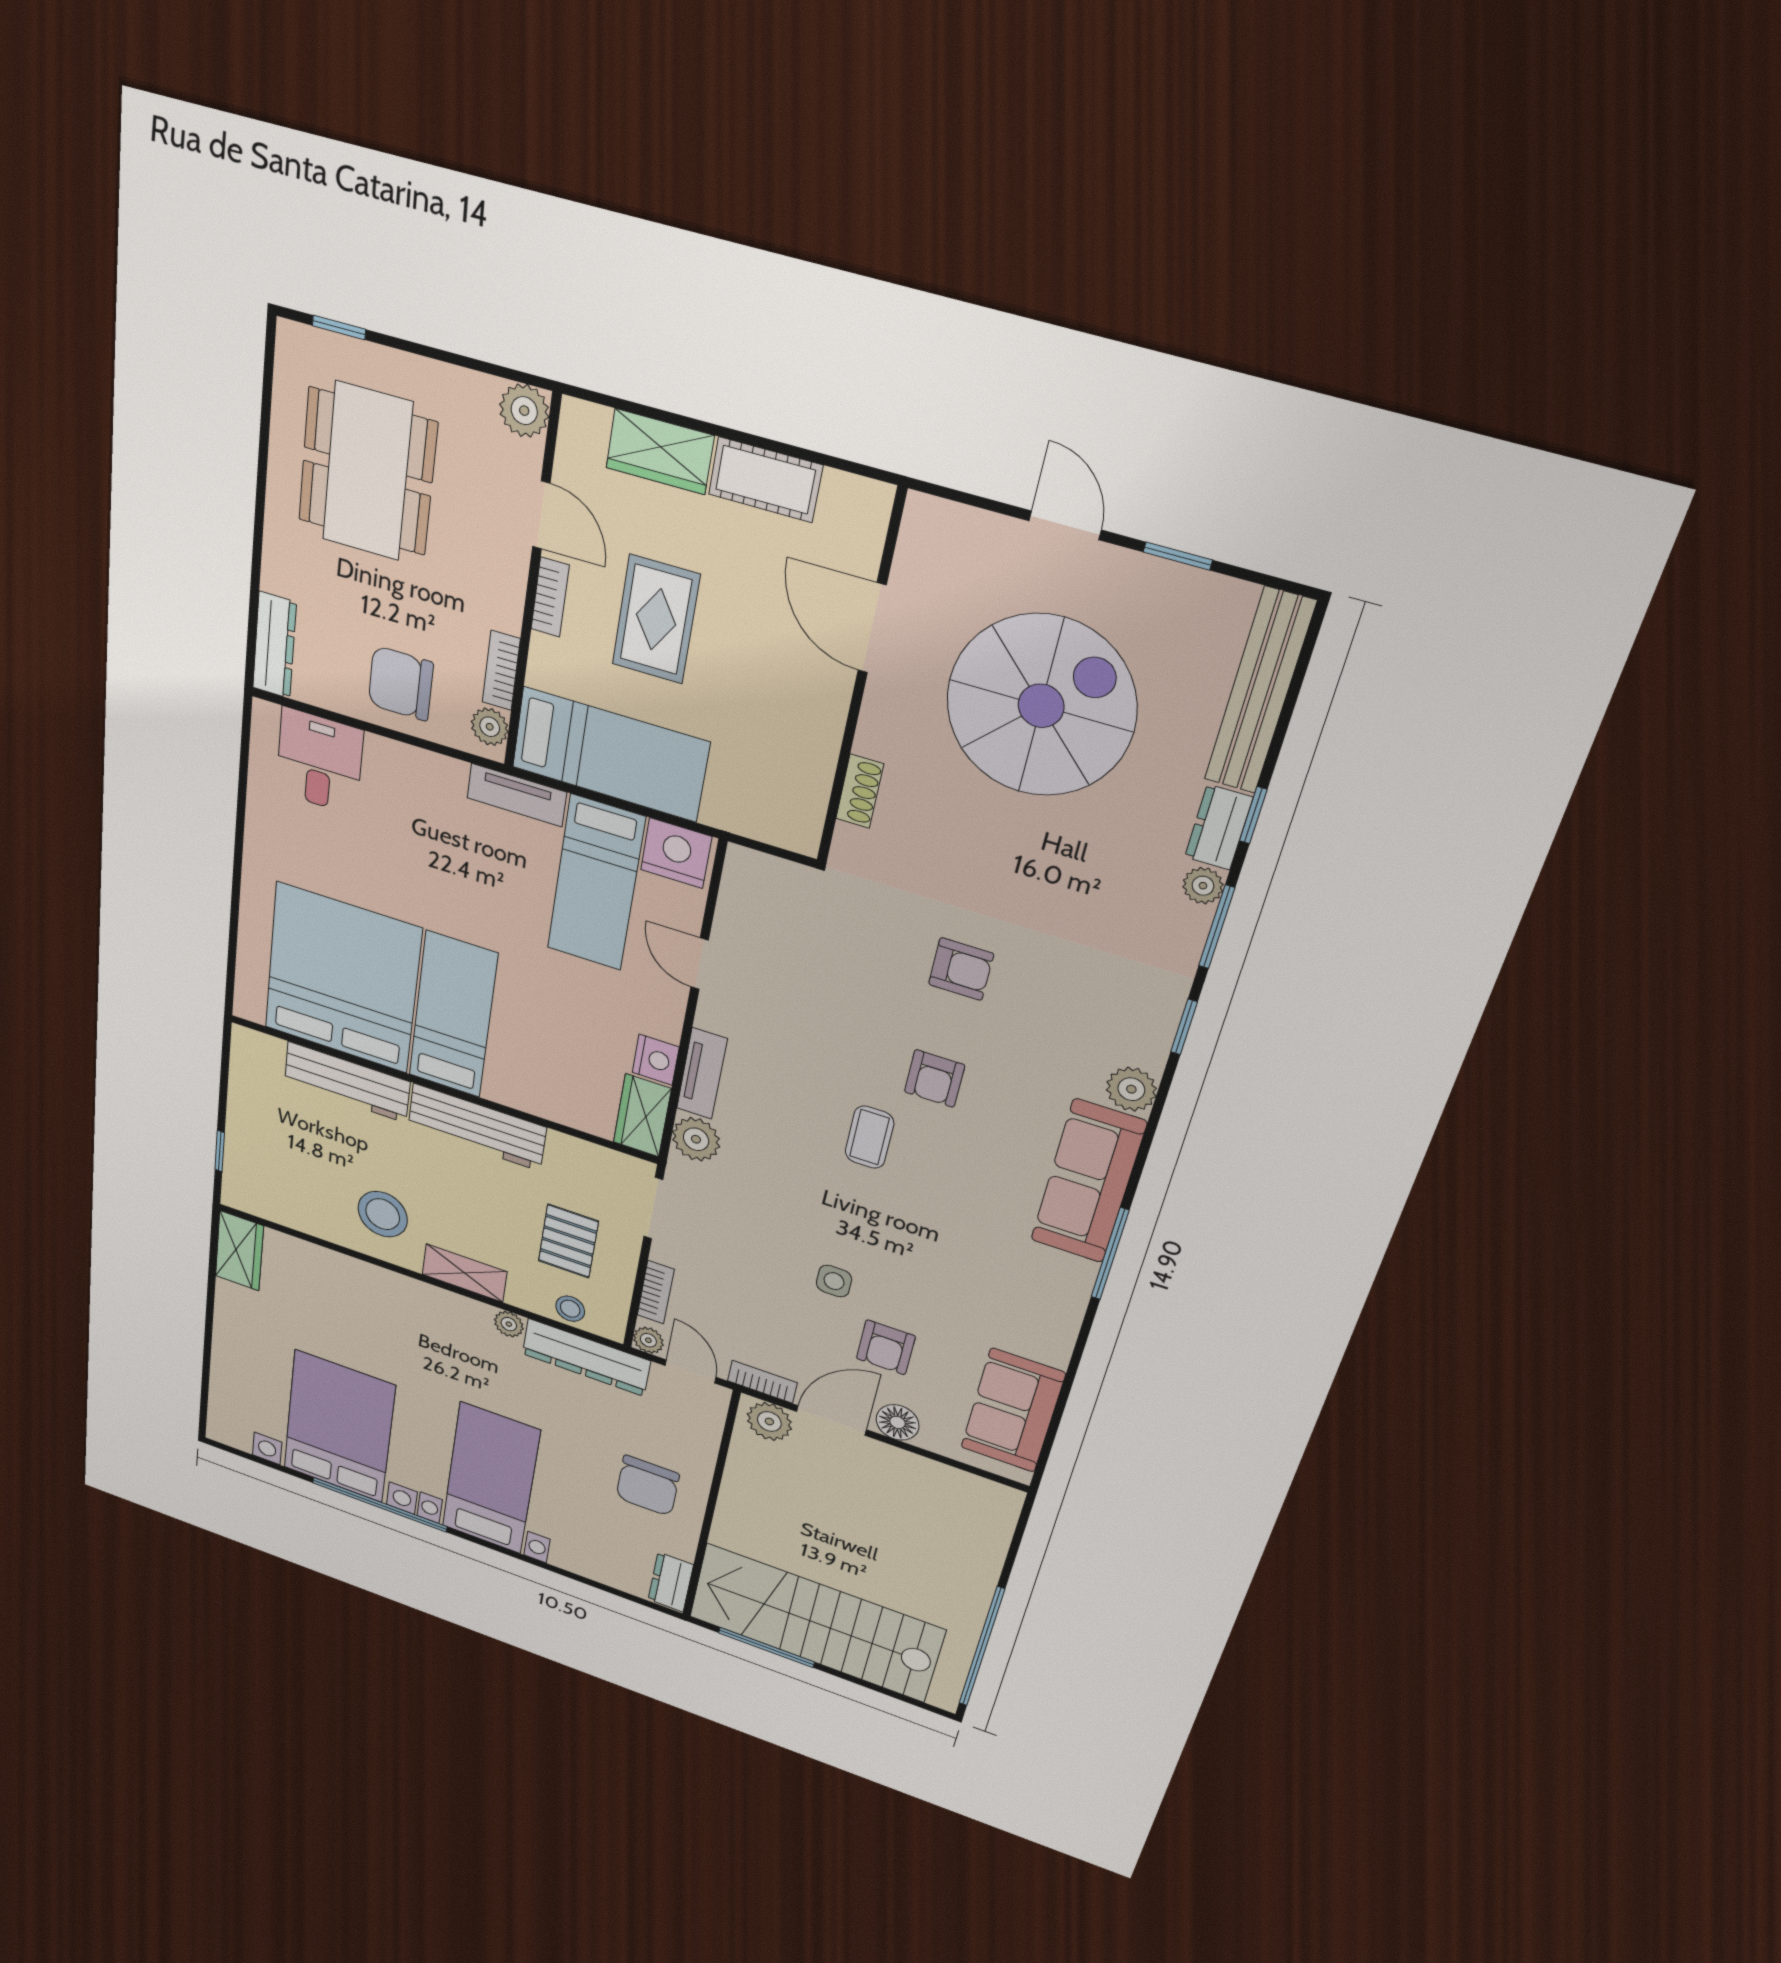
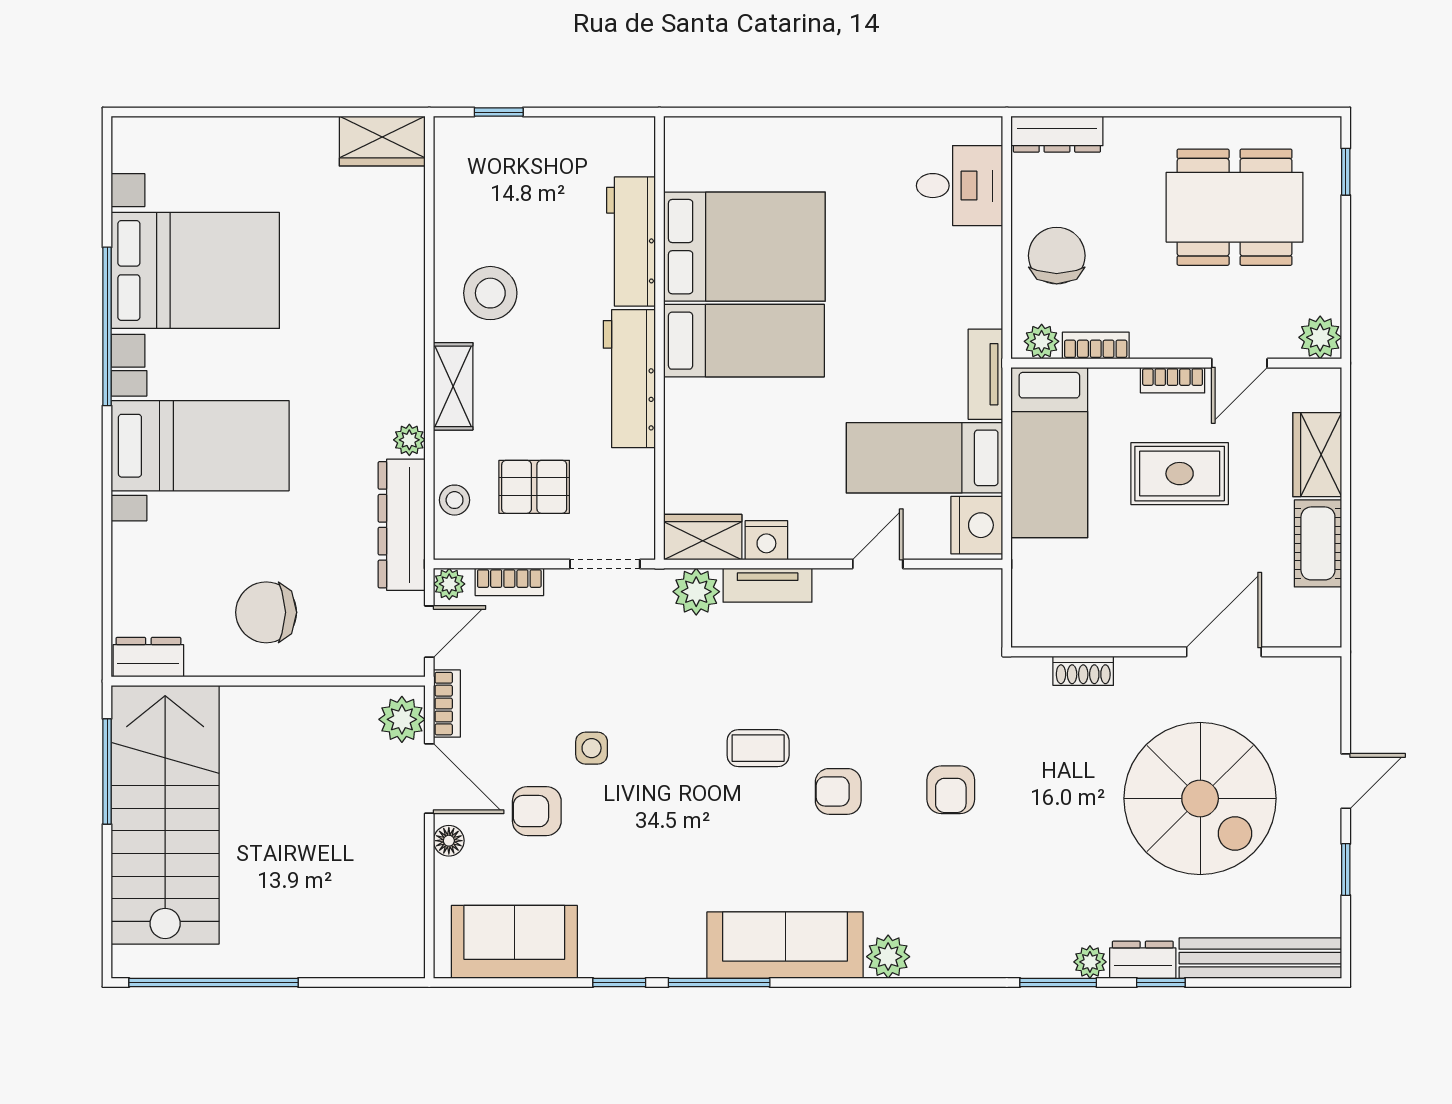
bed: (342, 978) -> (744, 247), width x0.73
window: (1184, 1027) -> (619, 982), moved
floor lamp: (898, 1422) -> (449, 841), width x0.73, depth x0.73

